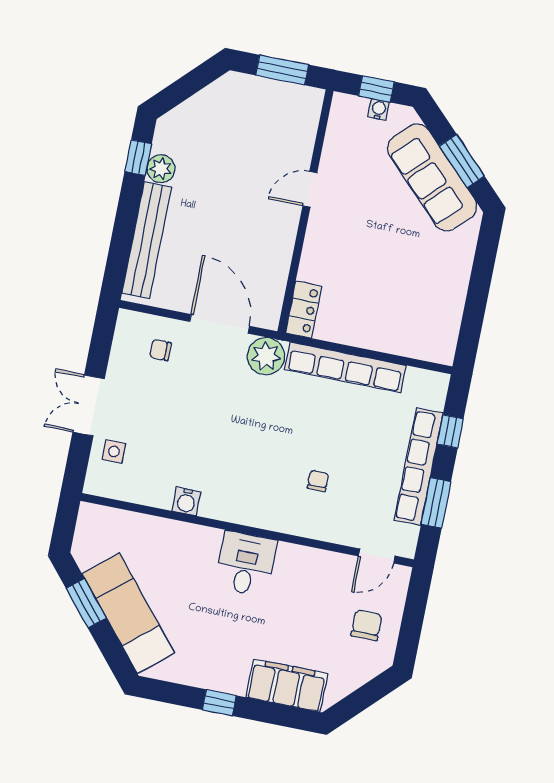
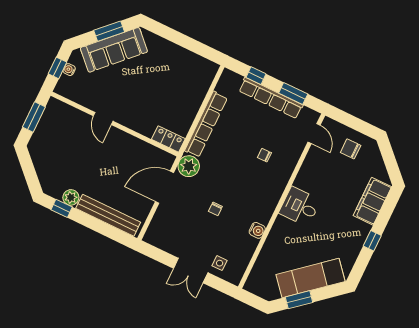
chair: (161, 350) -> (215, 209), moved

